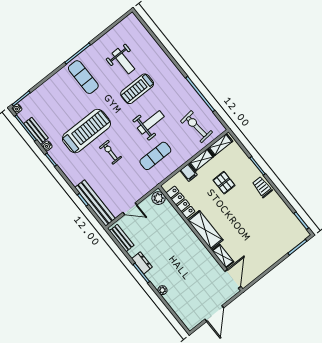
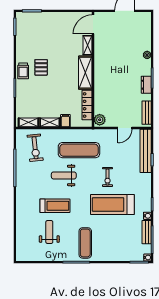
exercise mat: (155, 156) -> (79, 150), width x1.36, depth x1.45
pallet: (224, 183) -> (41, 67), moved
door: (130, 209) -> (125, 128), swing flipped

